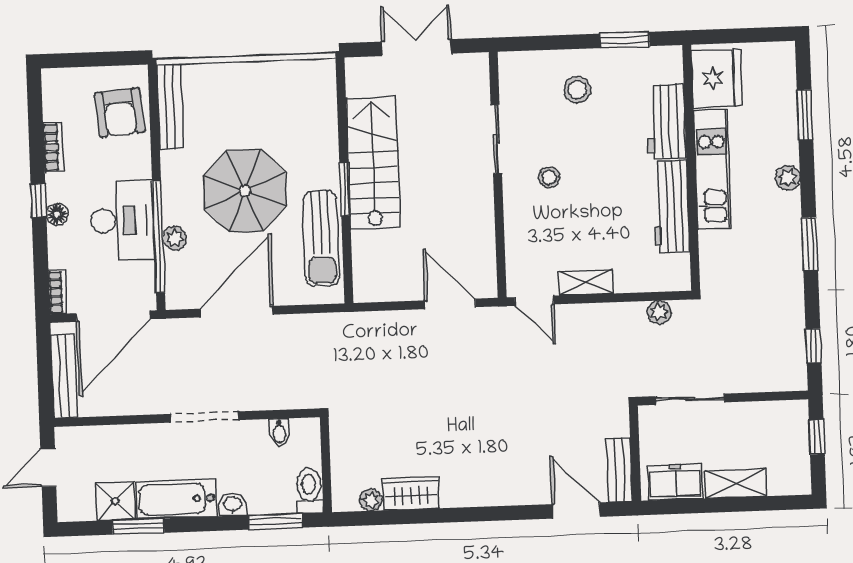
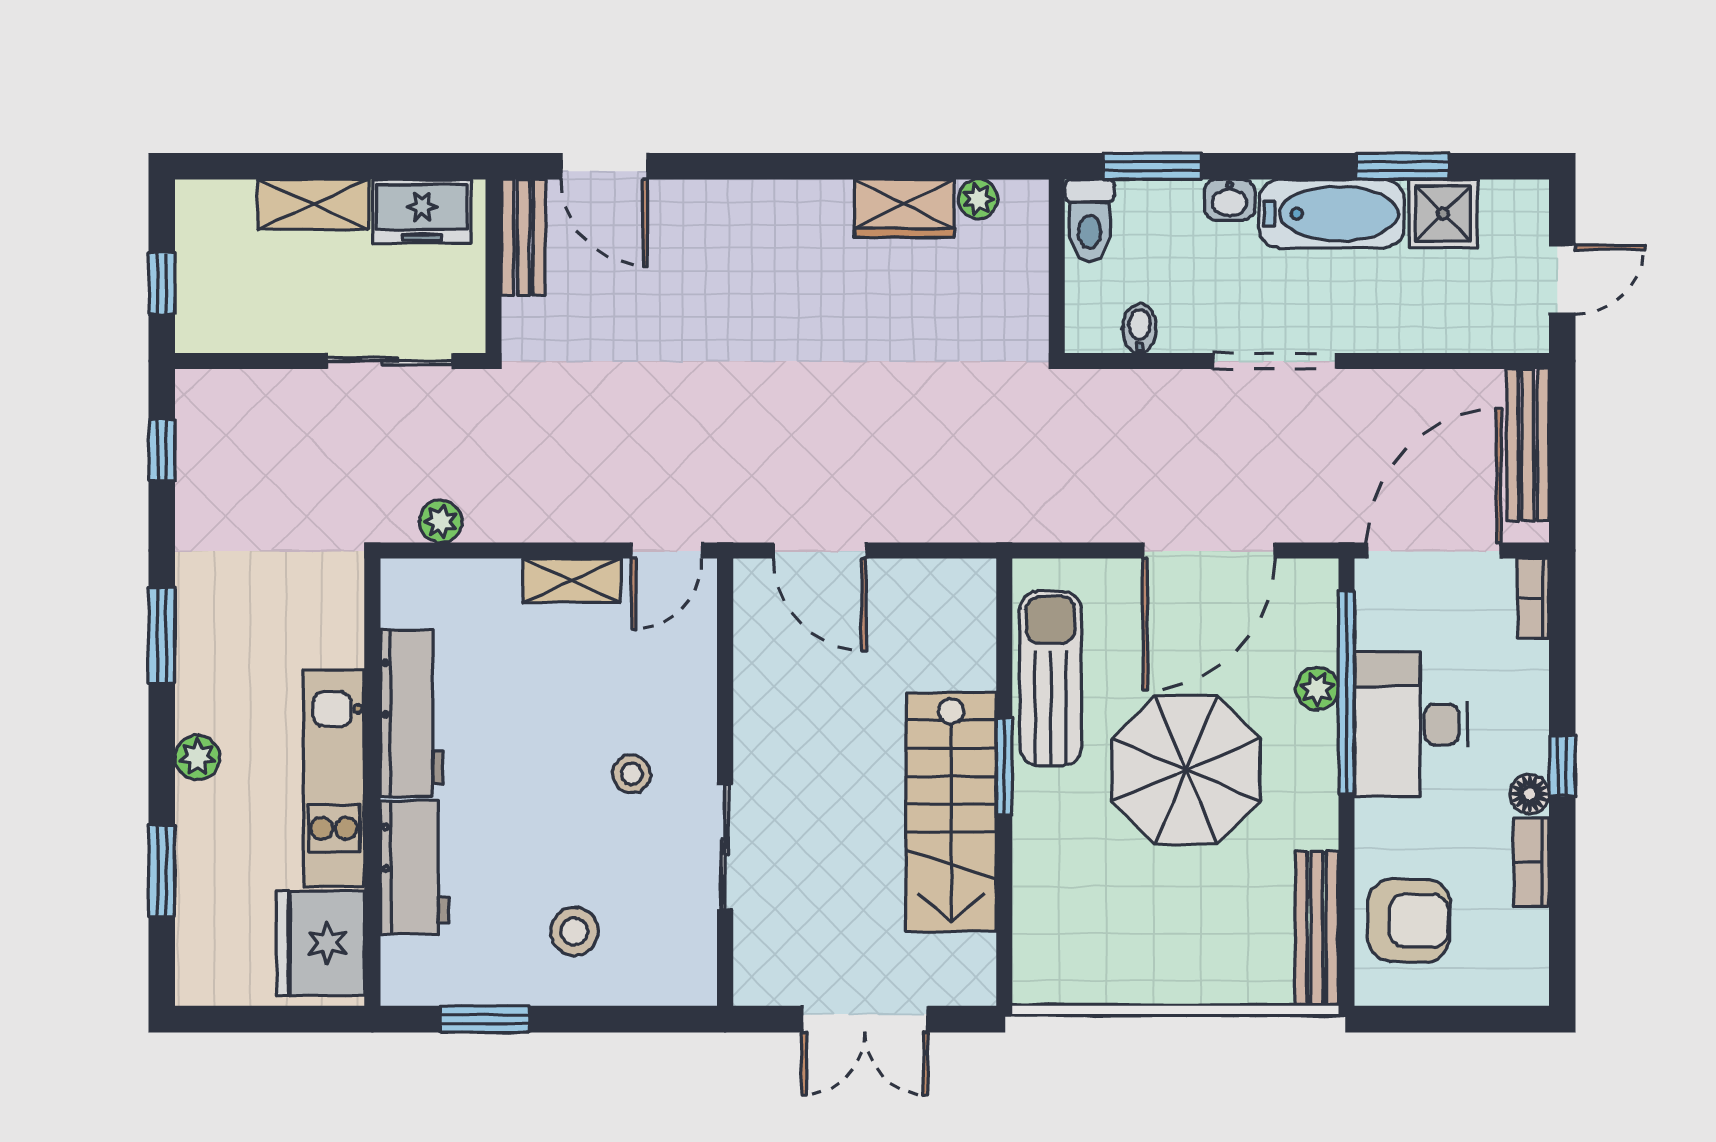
armchair: (120, 113) -> (1409, 921), turned 95
floor lamp: (57, 214) -> (1530, 794), moved
door: (534, 301) -> (667, 551), swing flipped

